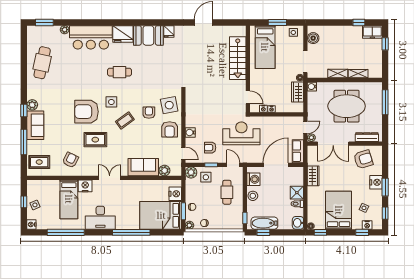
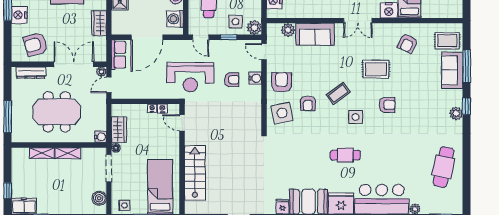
armchair: (86, 112) -> (387, 105), width x0.53, depth x0.53
sofa: (35, 125) -> (452, 70), moved
armchair: (210, 148) -> (232, 80), moved

